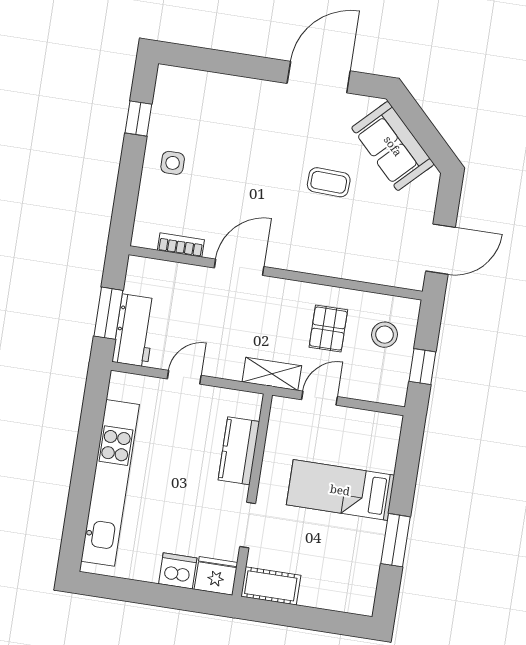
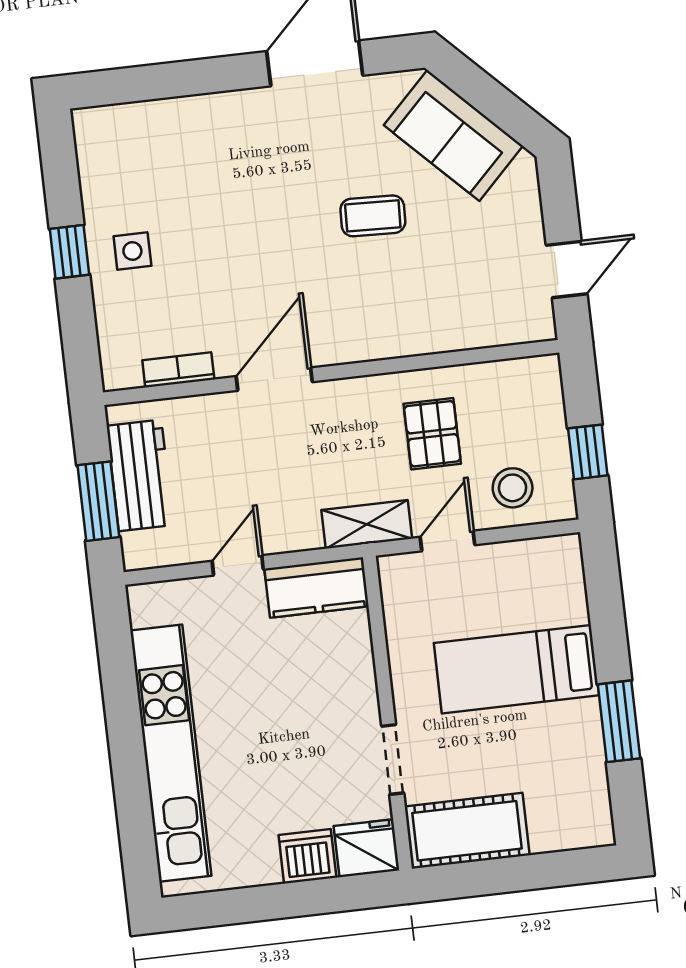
window: (138, 119) -> (69, 252), moved
door: (441, 249) -> (567, 270), width x0.73
workbench: (135, 330) -> (140, 475), moved
stool: (385, 335) -> (513, 488), moved
kitchen counter: (239, 451) -> (317, 587), moved, turned -90
cot: (271, 586) -> (467, 831), width x1.37, depth x1.34

